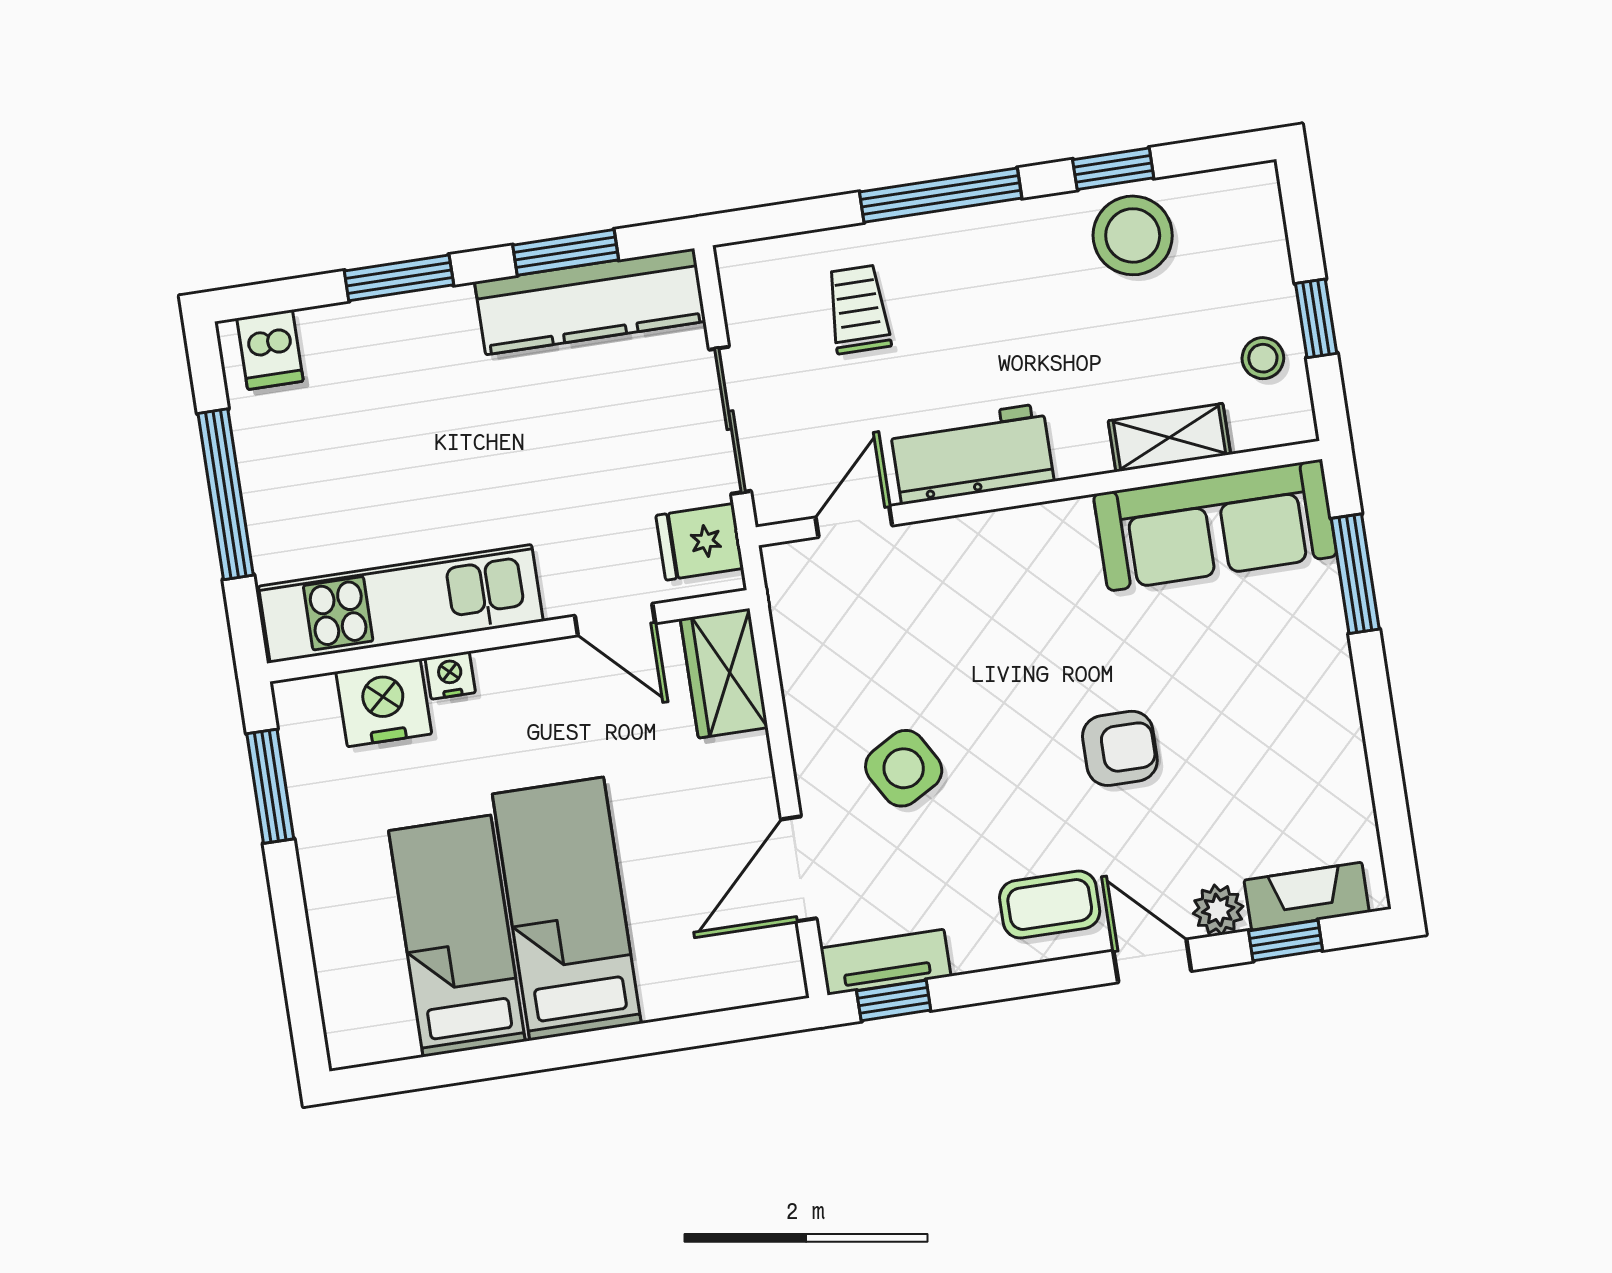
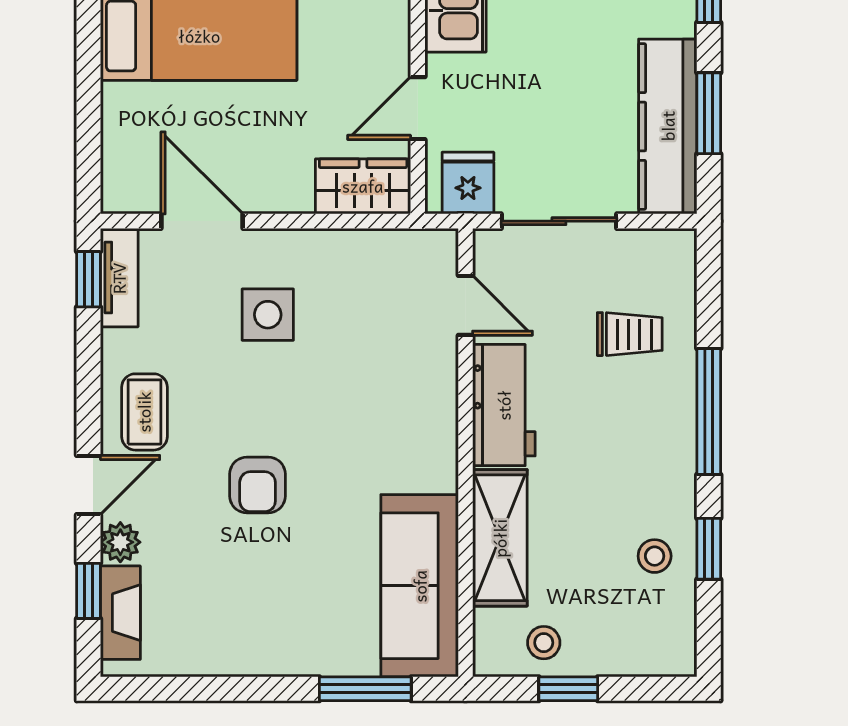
stool: (1133, 235) -> (655, 556), width x0.53, depth x0.53
shelving: (1169, 438) -> (500, 538), width x1.50, depth x1.33
side table: (904, 768) -> (268, 315), turned 30

